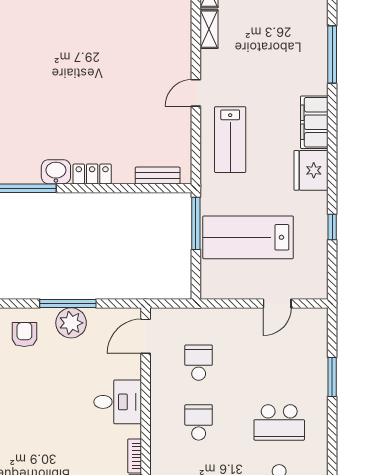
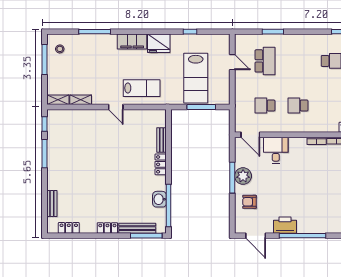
washbasin: (56, 172) -> (159, 199), moved
bench: (158, 176) -> (162, 140), moved
window: (196, 223) -> (201, 107), moved
desk: (118, 402) -> (276, 150), moved
school desk: (279, 422) -> (265, 61), moved

